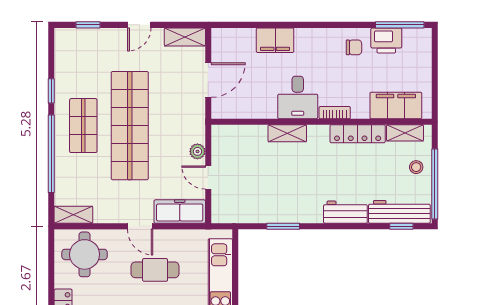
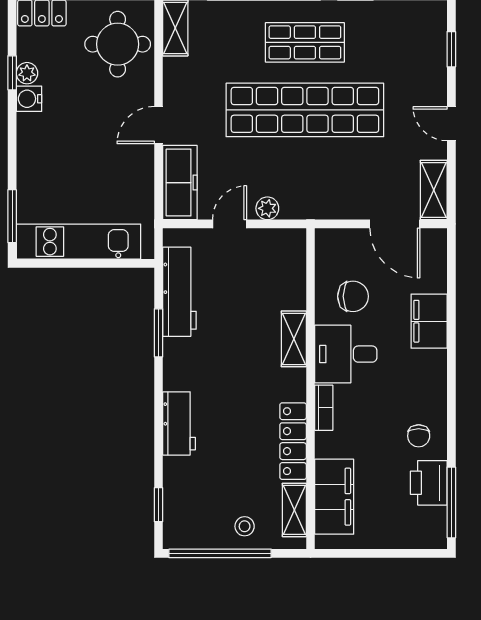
door: (208, 80) -> (395, 224), moved
chair: (258, 93) -> (353, 296), added
workbench: (399, 212) -> (179, 292), moved
cafe table: (155, 270) -> (95, 147), removed

